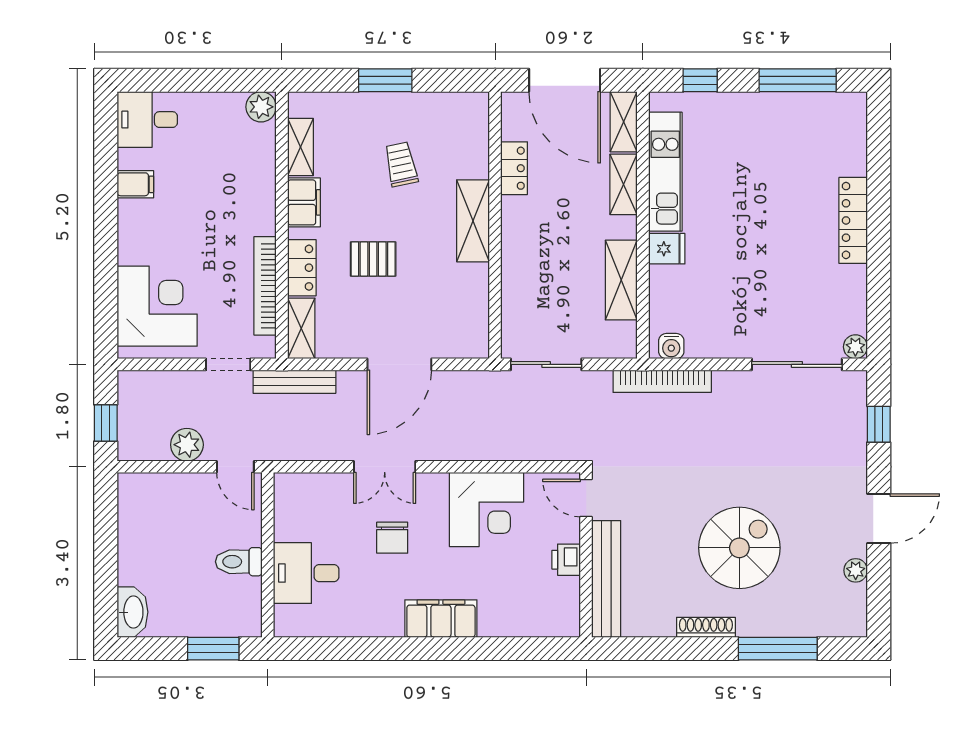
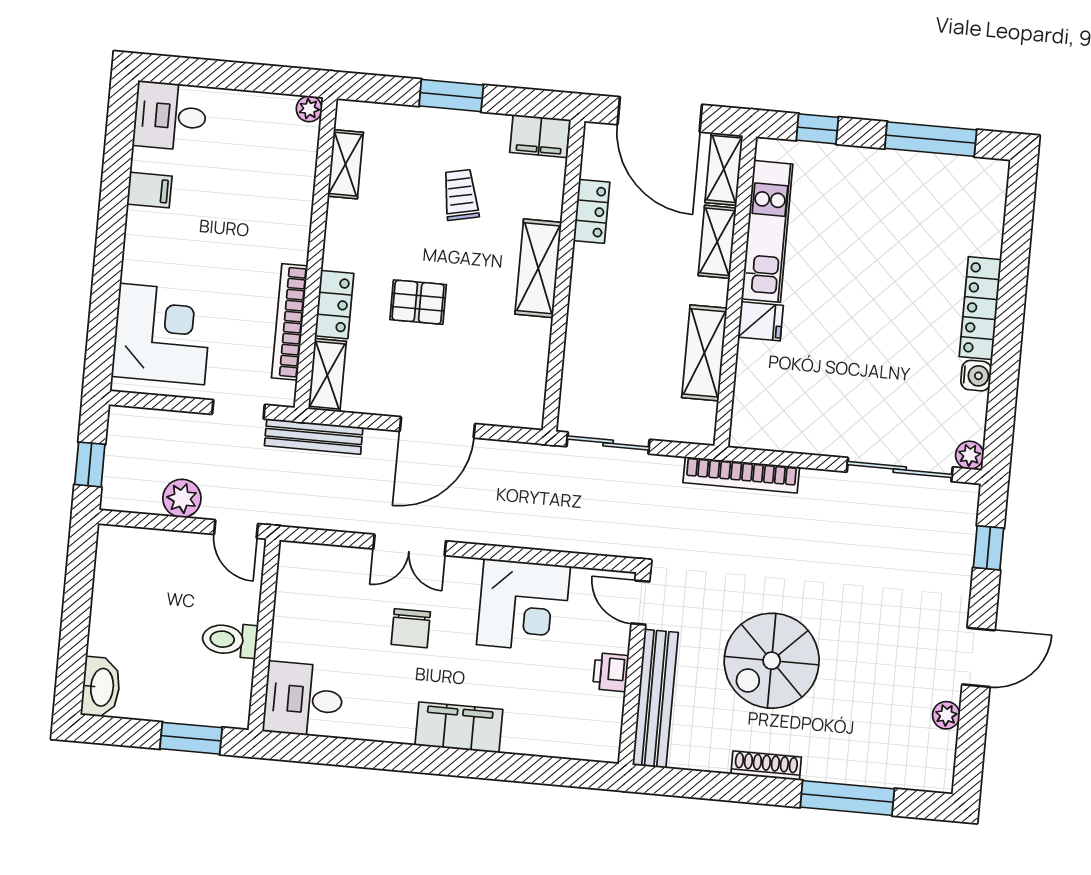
plant: (261, 107) -> (309, 109), width x0.73, depth x0.73
filing cabinet: (304, 202) -> (540, 136), moved, turned 90
water cooler: (671, 346) -> (976, 376), moved, turned -90
spiral stairs: (739, 548) -> (772, 661), moved, turned 180
desk: (306, 573) -> (303, 700), moved

